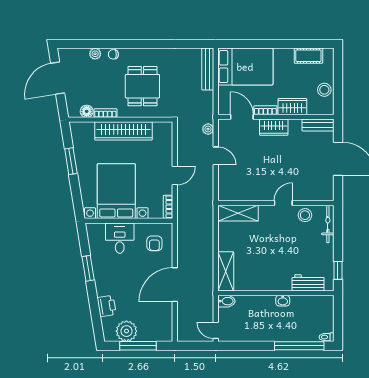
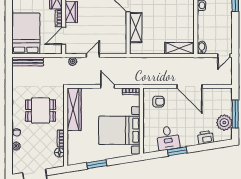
wardrobe: (124, 131) -> (74, 109), moved
shelving: (238, 213) -> (136, 28), moved
desk: (120, 238) -> (168, 138), moved, turned -99

